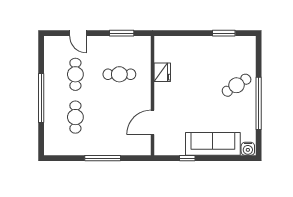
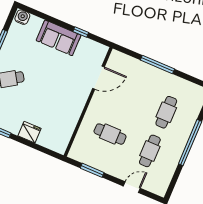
door: (78, 33) -> (132, 187), hinge flipped
fridge: (162, 72) -> (30, 132), moved, turned 90
sofa: (213, 144) -> (59, 38), width x0.73

